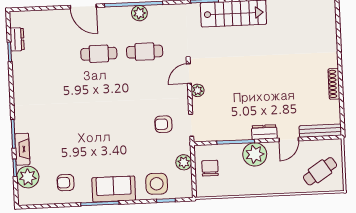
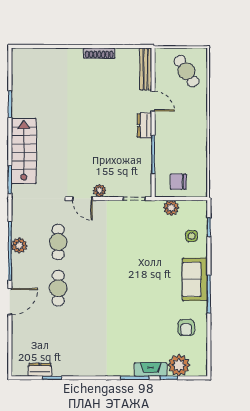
armchair: (163, 124) -> (132, 226), removed
plant: (255, 154) -> (166, 136), removed
side table: (157, 184) -> (192, 236), width x0.54, depth x0.54

